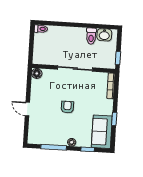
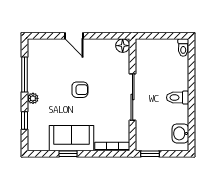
toilet: (91, 36) -> (178, 98), moved
door: (27, 109) -> (74, 36), swing flipped
sofa: (102, 132) -> (72, 138), moved

